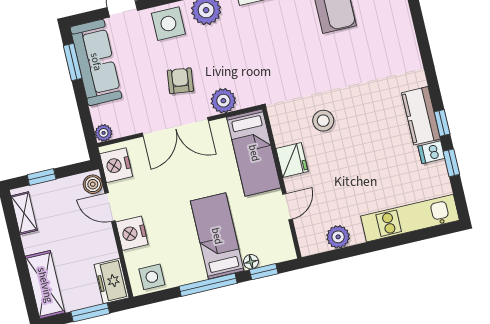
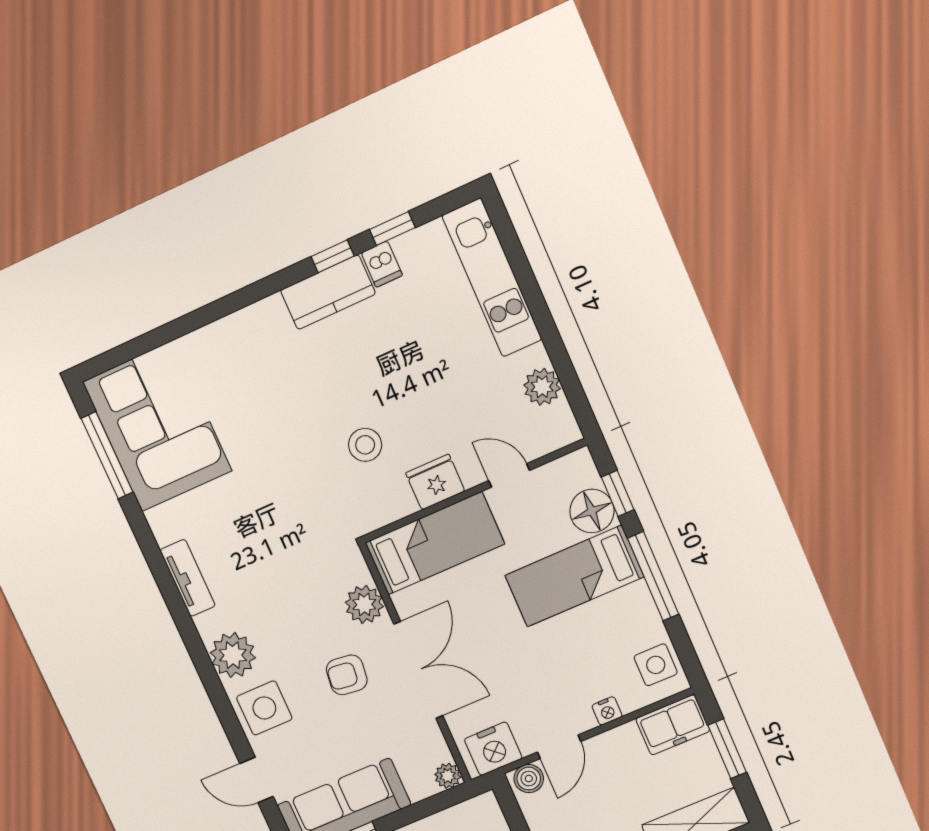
nightstand: (132, 233) -> (607, 711), width x0.53, depth x0.56
floor lamp: (251, 262) -> (592, 511), width x1.89, depth x1.89

